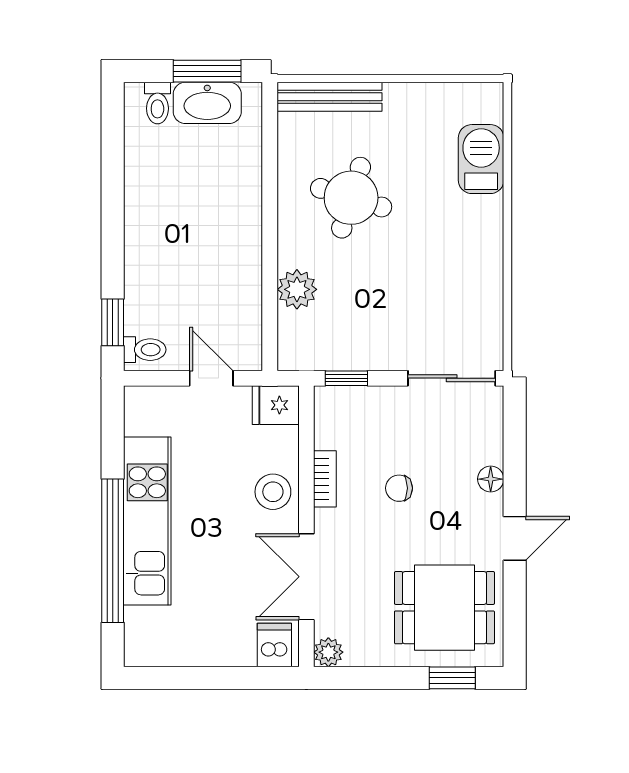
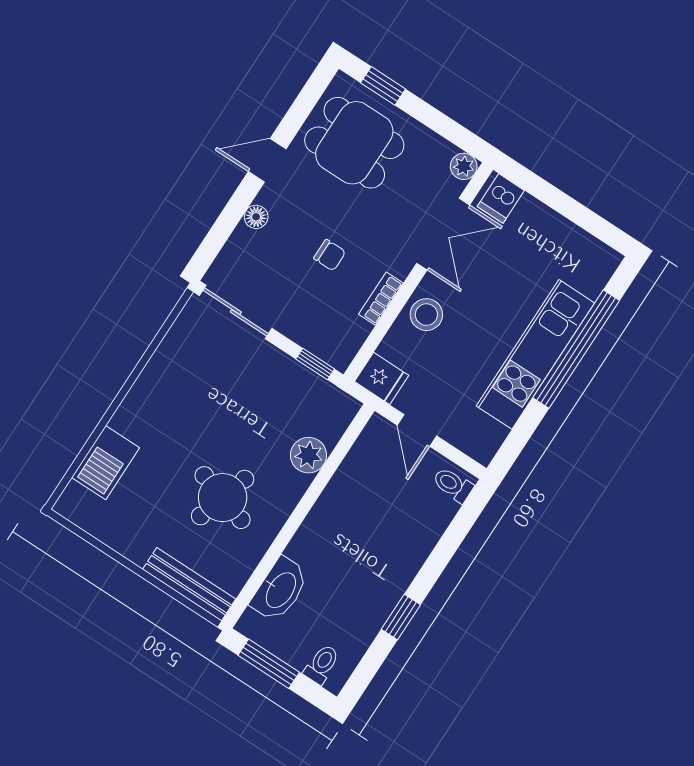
washbasin: (207, 103) -> (280, 590), moved, turned 90
window: (113, 322) -> (401, 617), moved

